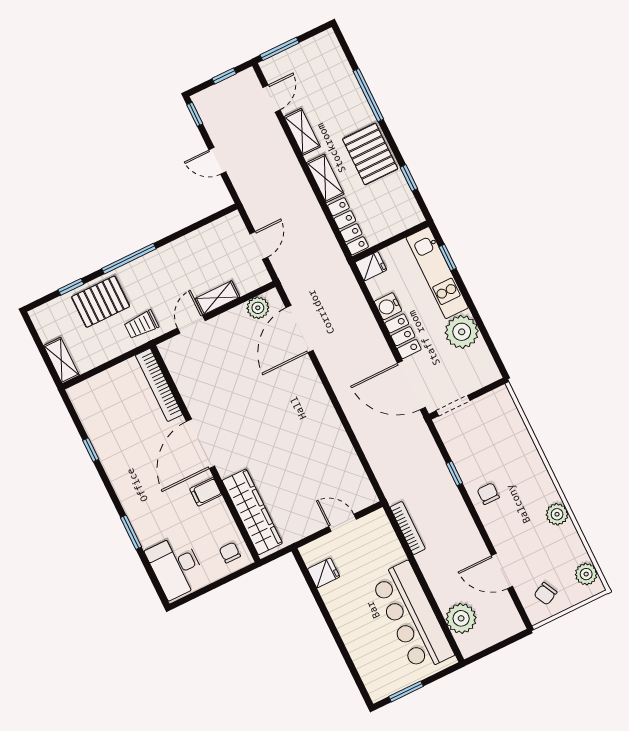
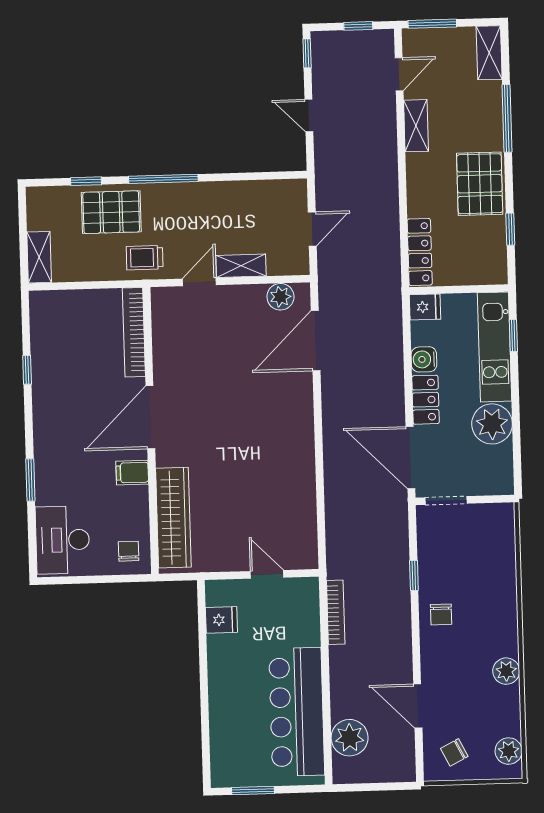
shelving: (325, 178) -> (489, 53), moved
chair: (488, 494) -> (441, 614), turned 180

